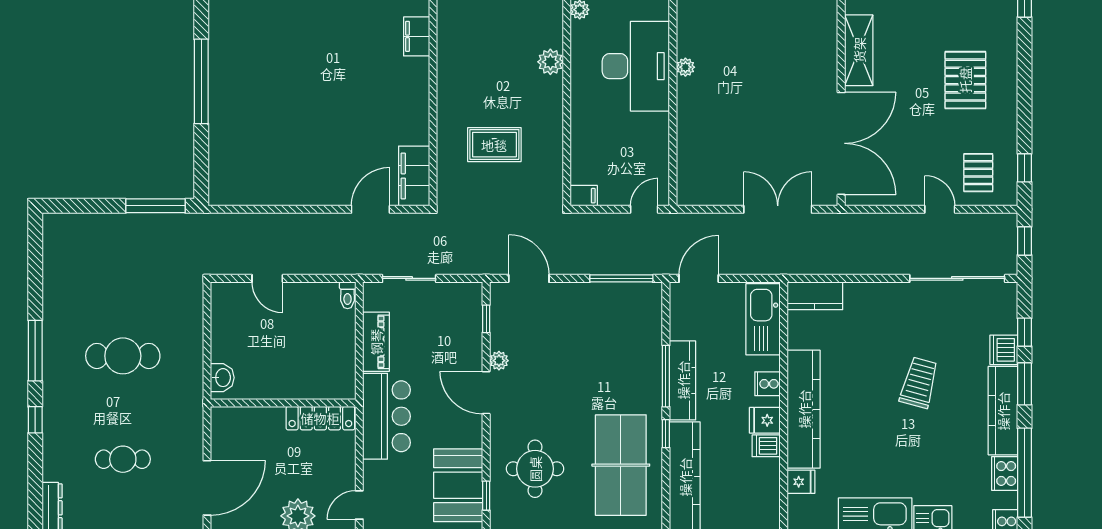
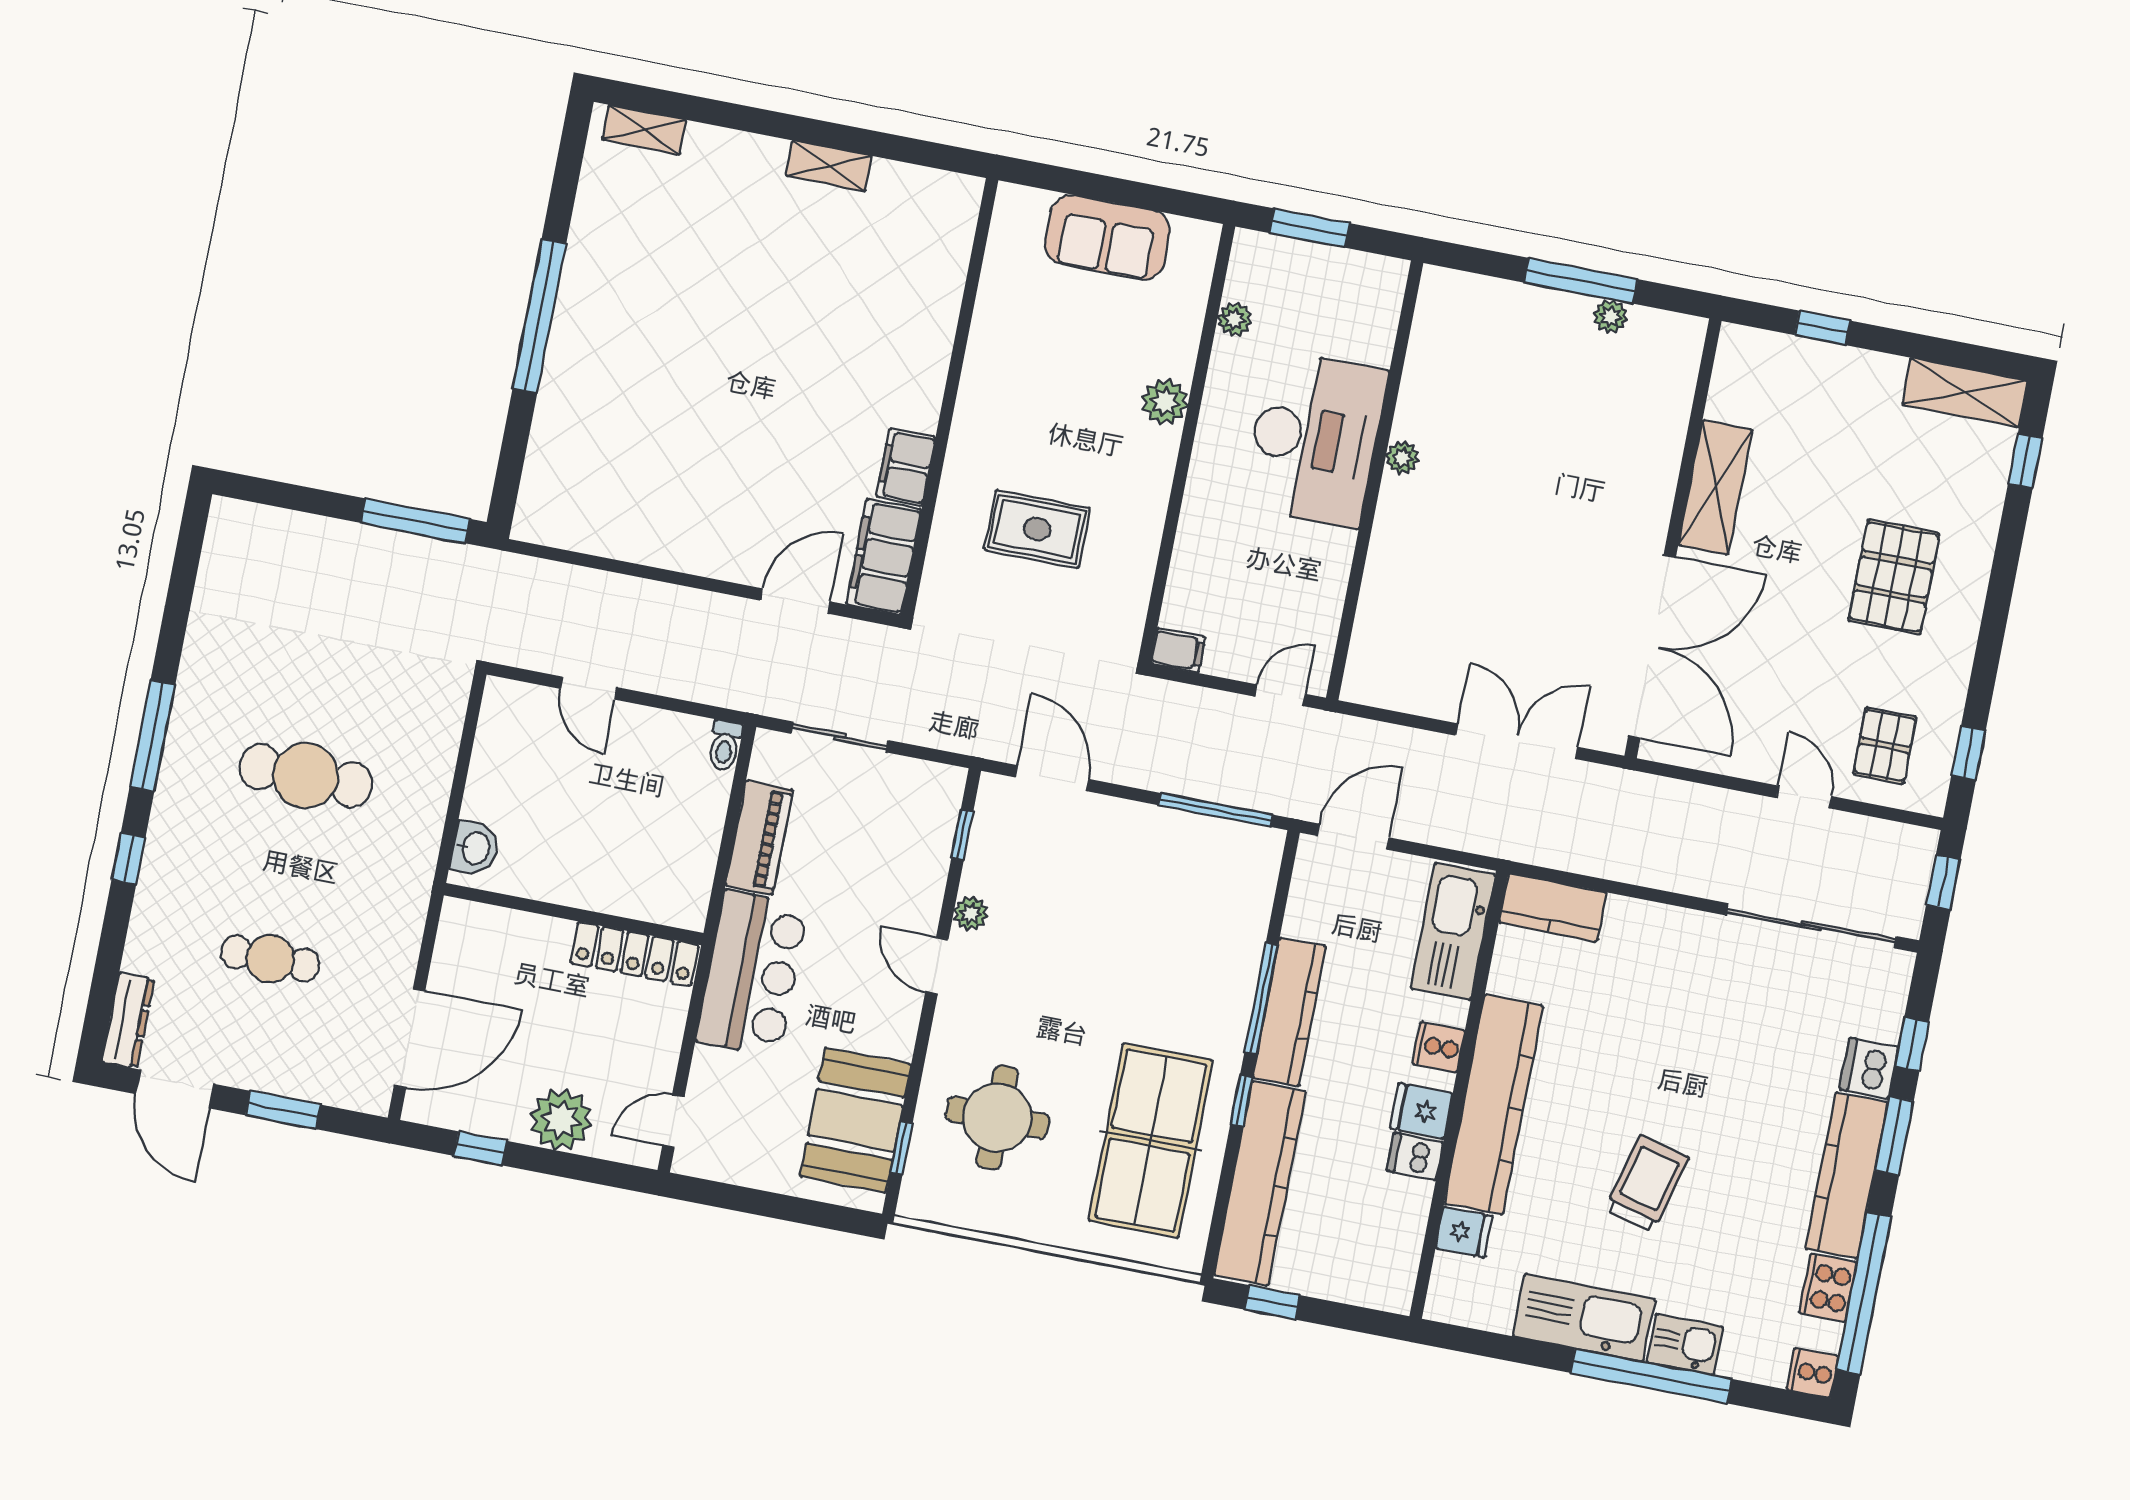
filing cabinet: (417, 36) -> (906, 467), moved
trolley: (919, 383) -> (1647, 1183), moved
door: (486, 393) -> (937, 966), width x0.73

